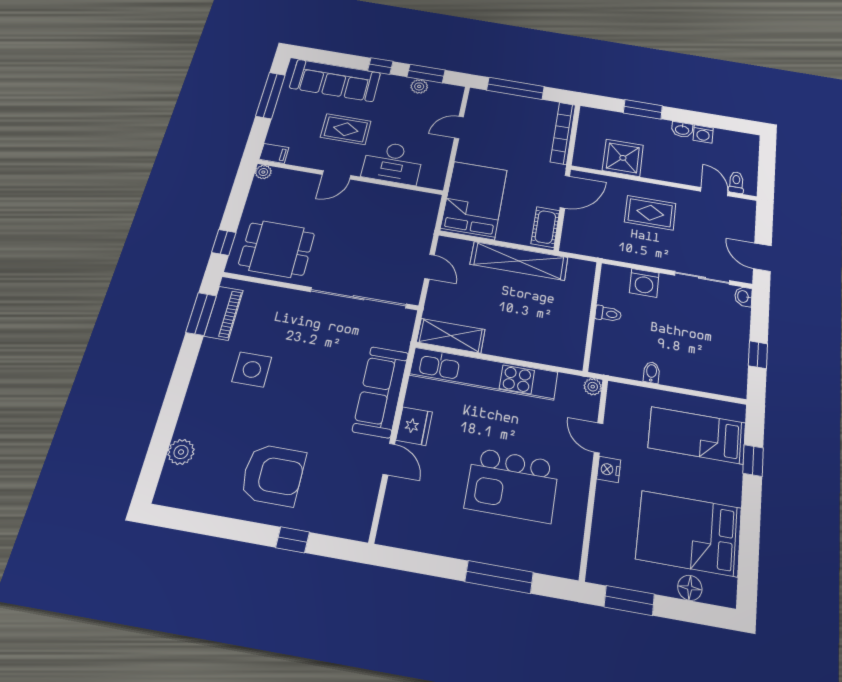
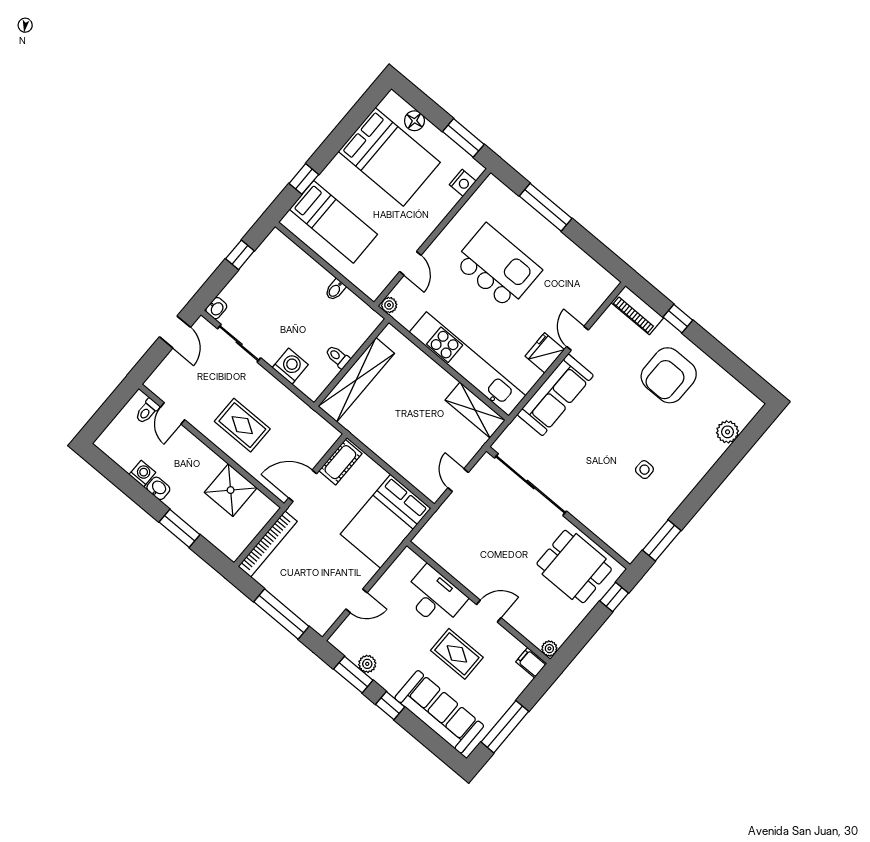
shelving: (519, 261) -> (356, 380), moved, turned 90
piano: (224, 313) -> (637, 310), moved, turned -90
side table: (252, 369) -> (644, 470), width x0.54, depth x0.54
nightstand: (609, 469) -> (463, 183), moved
armchair: (273, 475) -> (669, 375), turned -90

